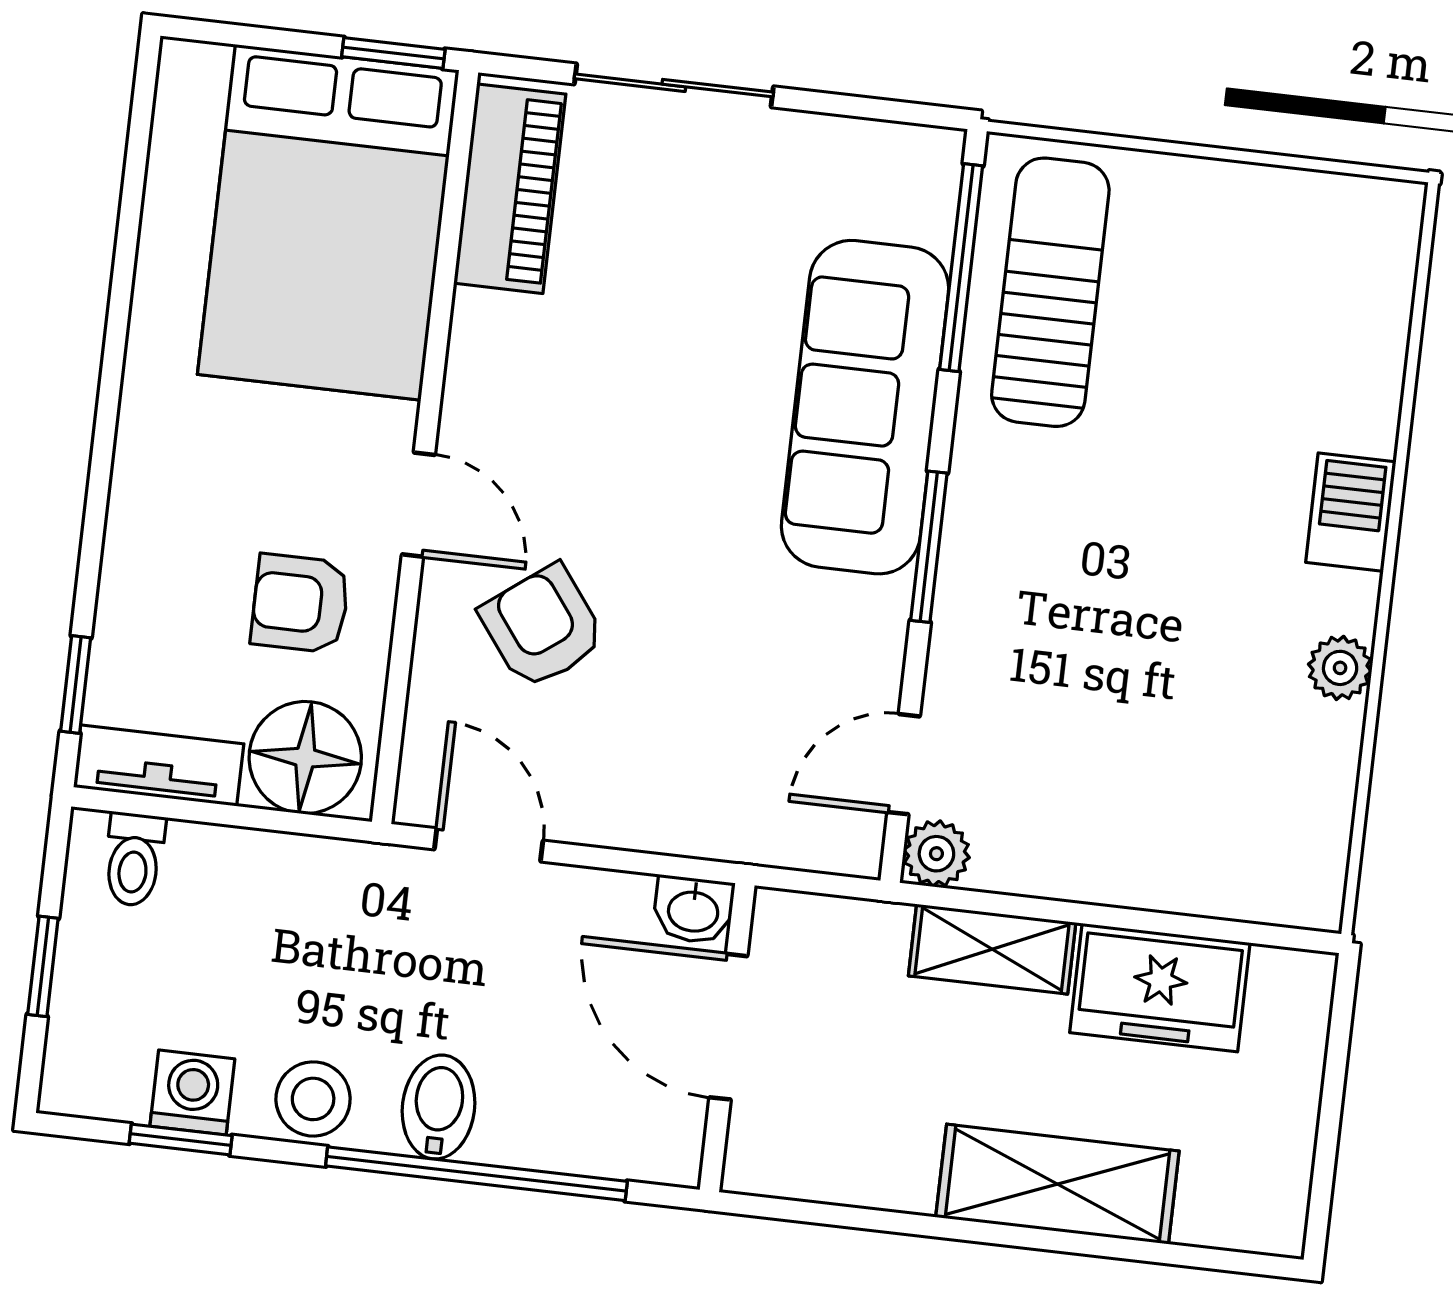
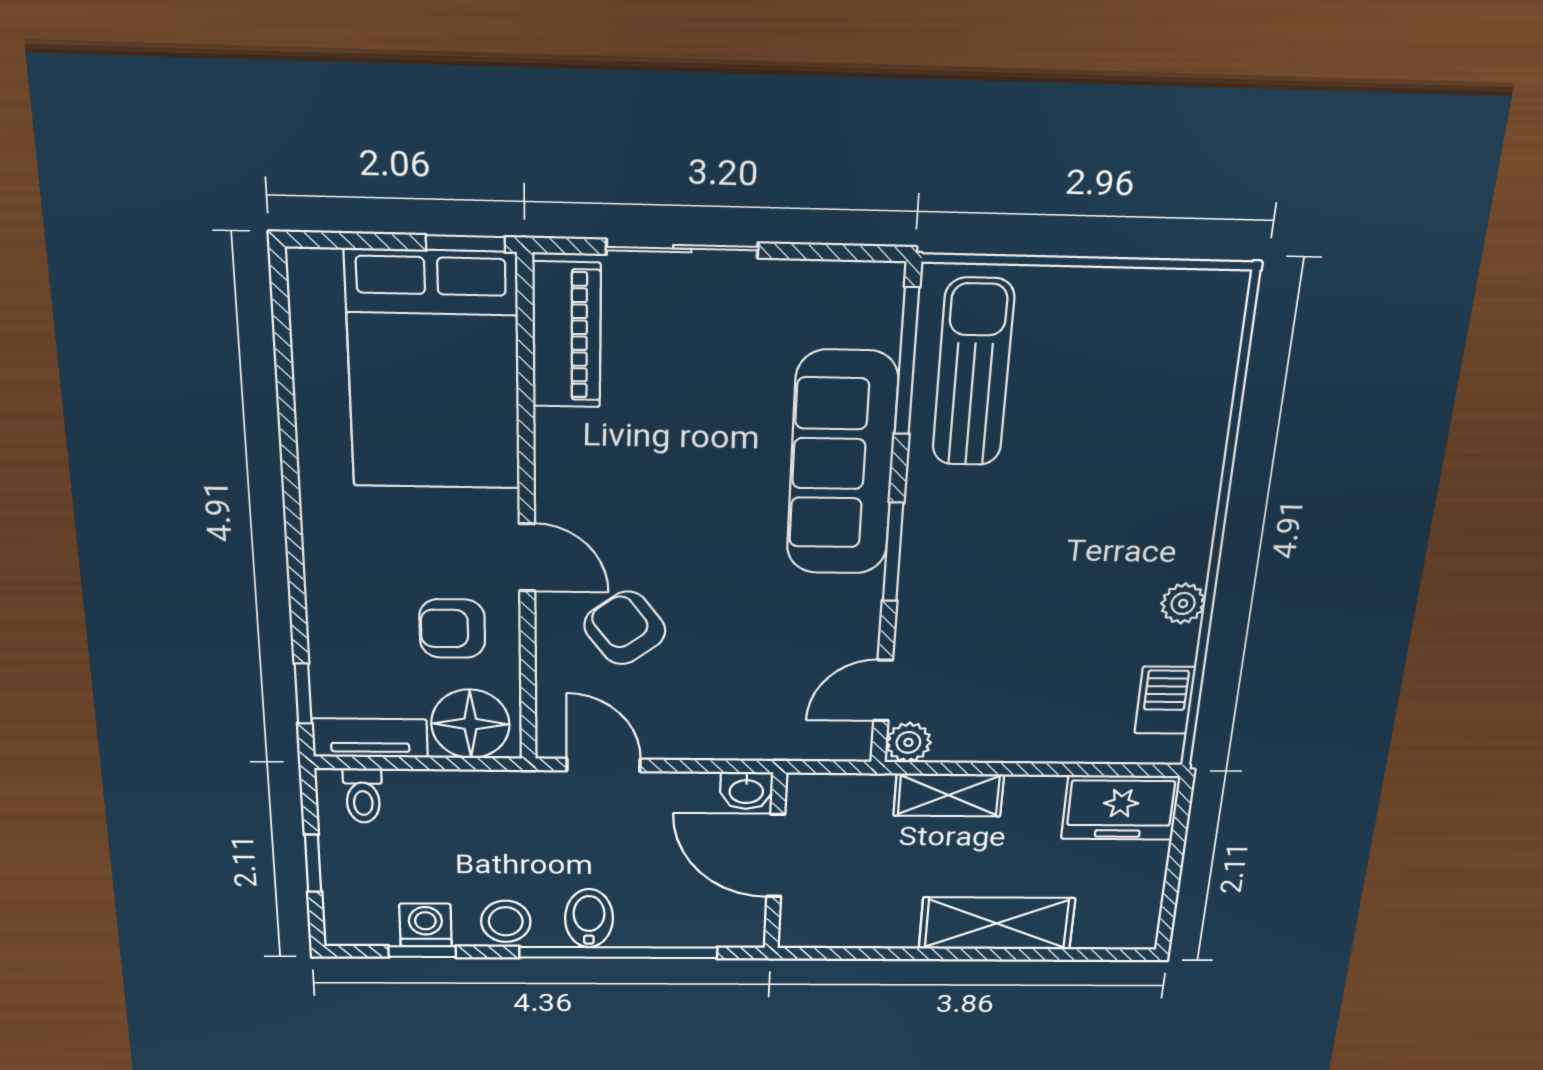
barbecue: (1351, 512) -> (1165, 700), moved
freezer: (1160, 988) -> (1121, 808), moved

